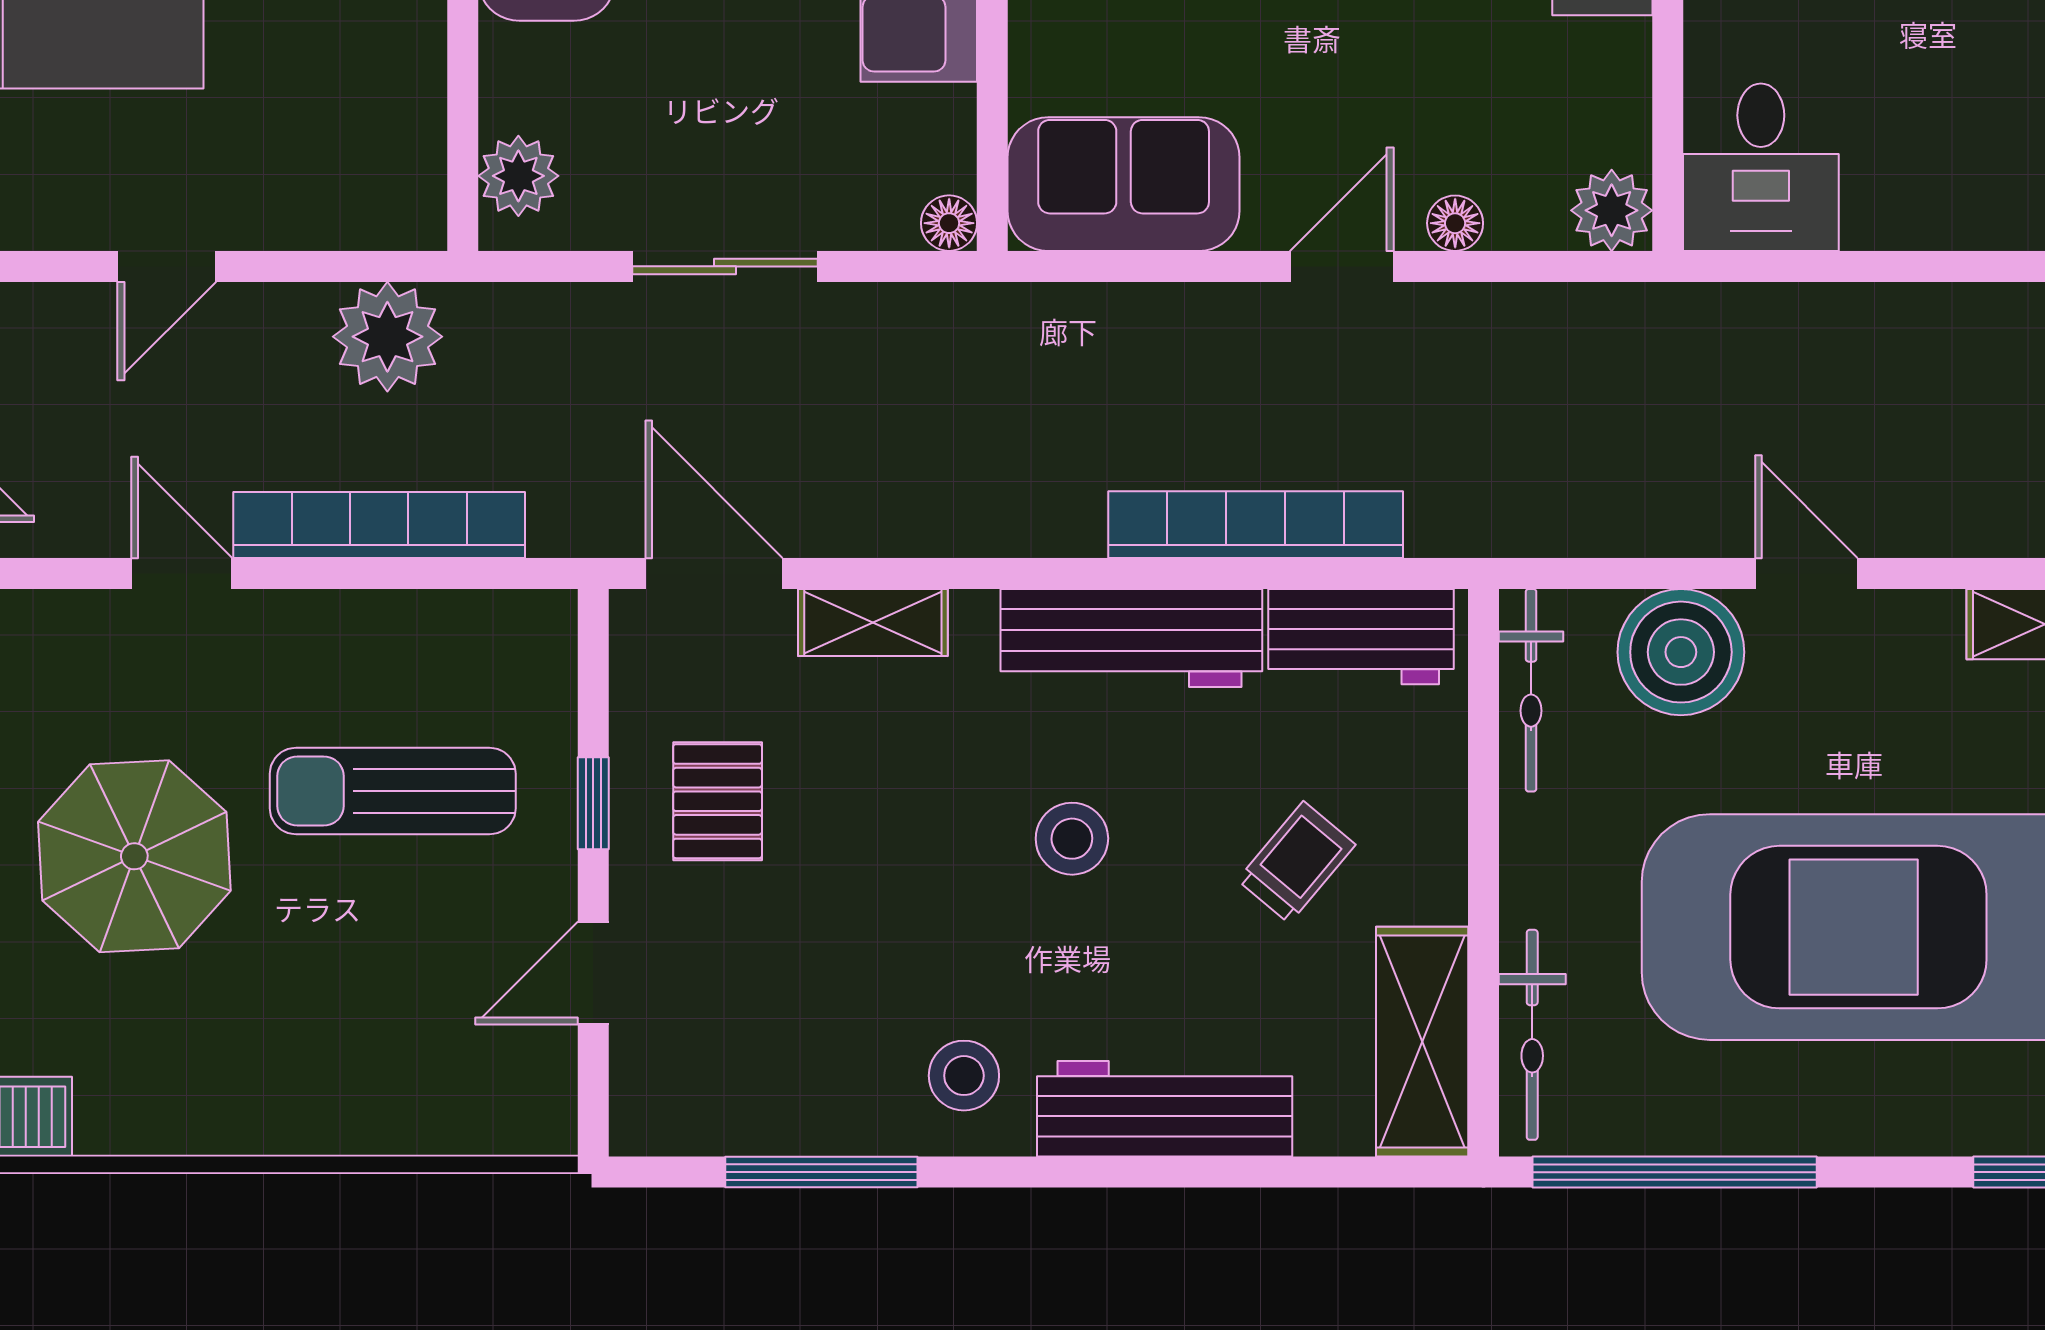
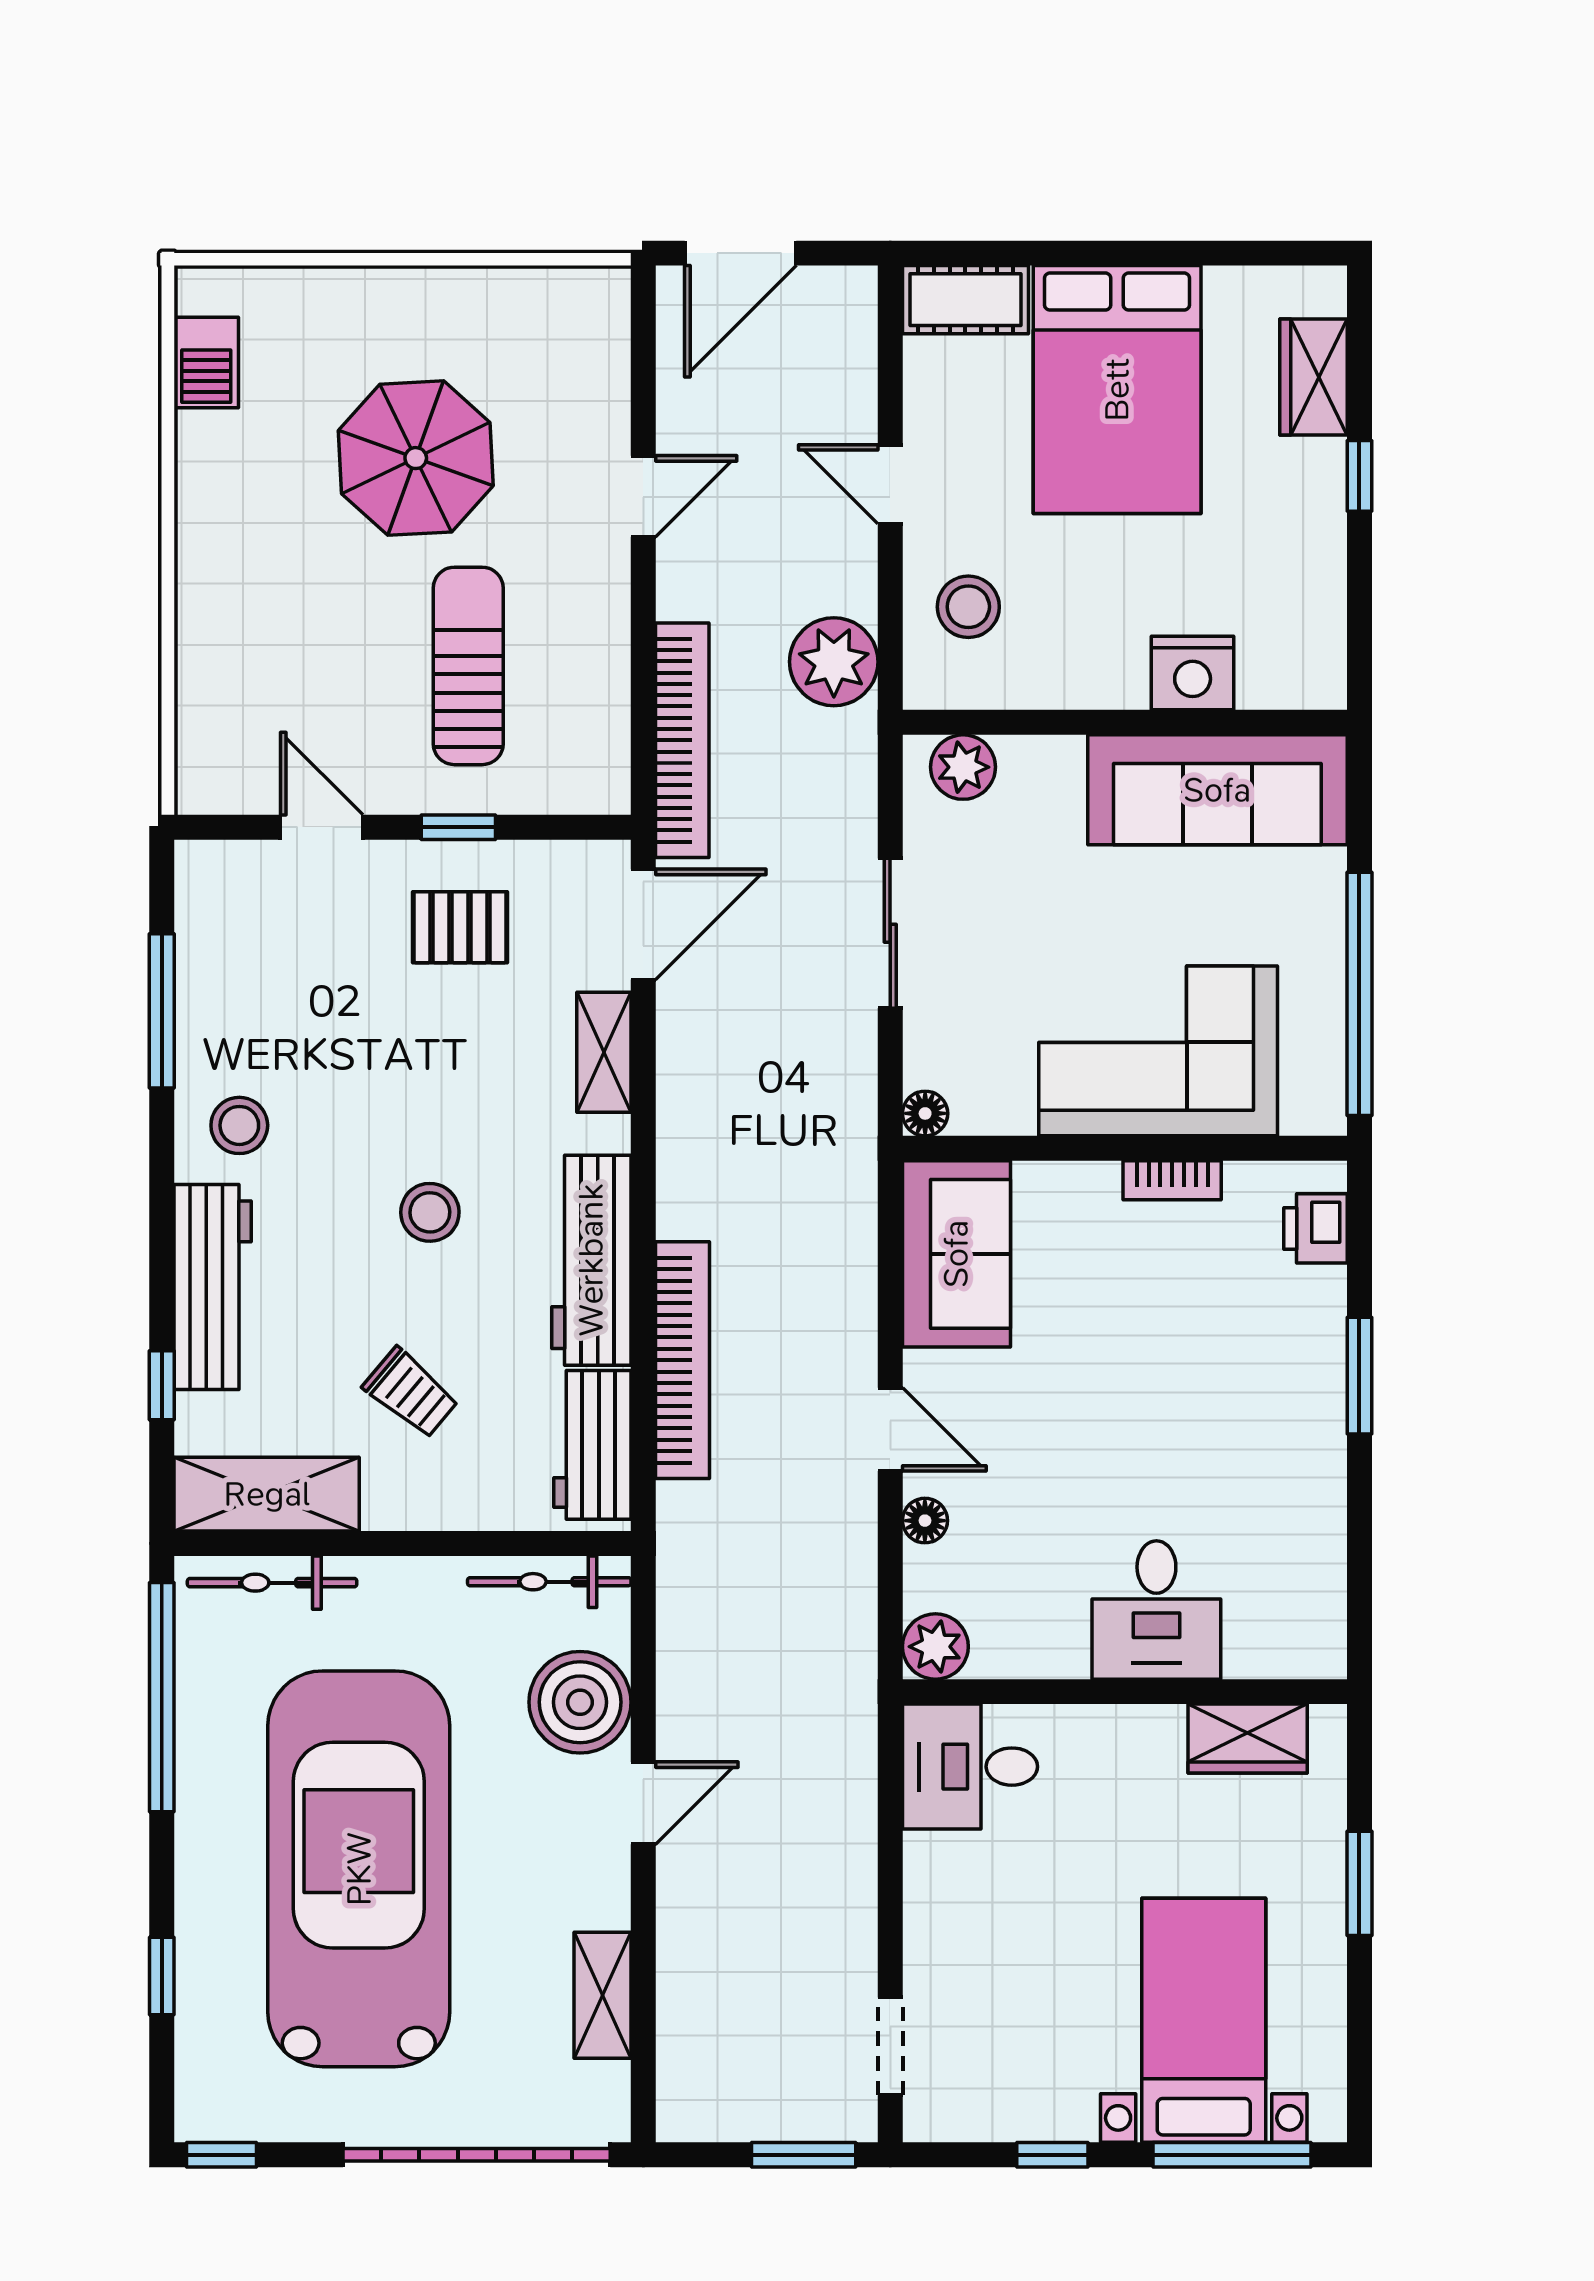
stool: (319, 169) -> (968, 607), added
bookcase: (379, 525) -> (682, 740), moved
window: (1287, 1172) -> (162, 1385), added

